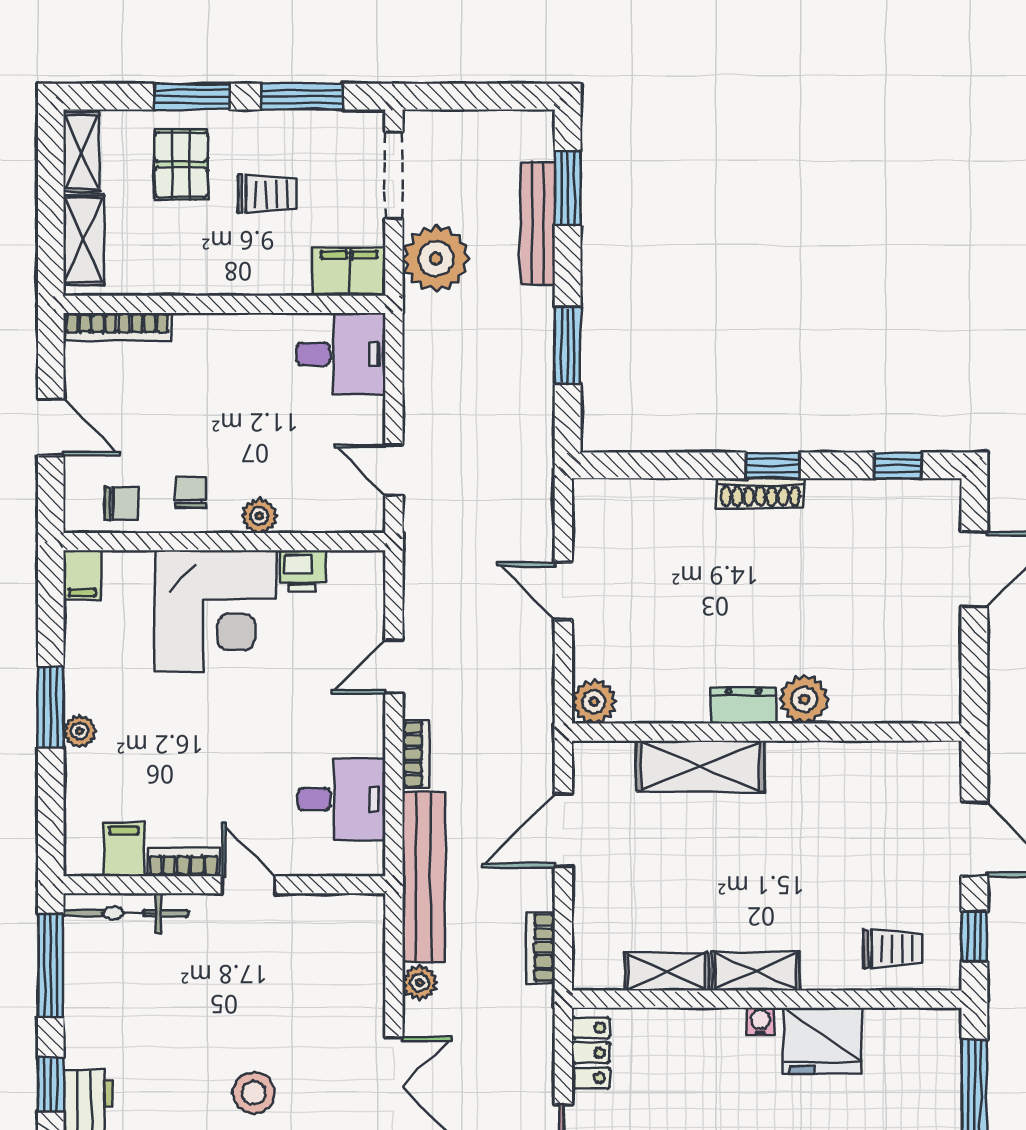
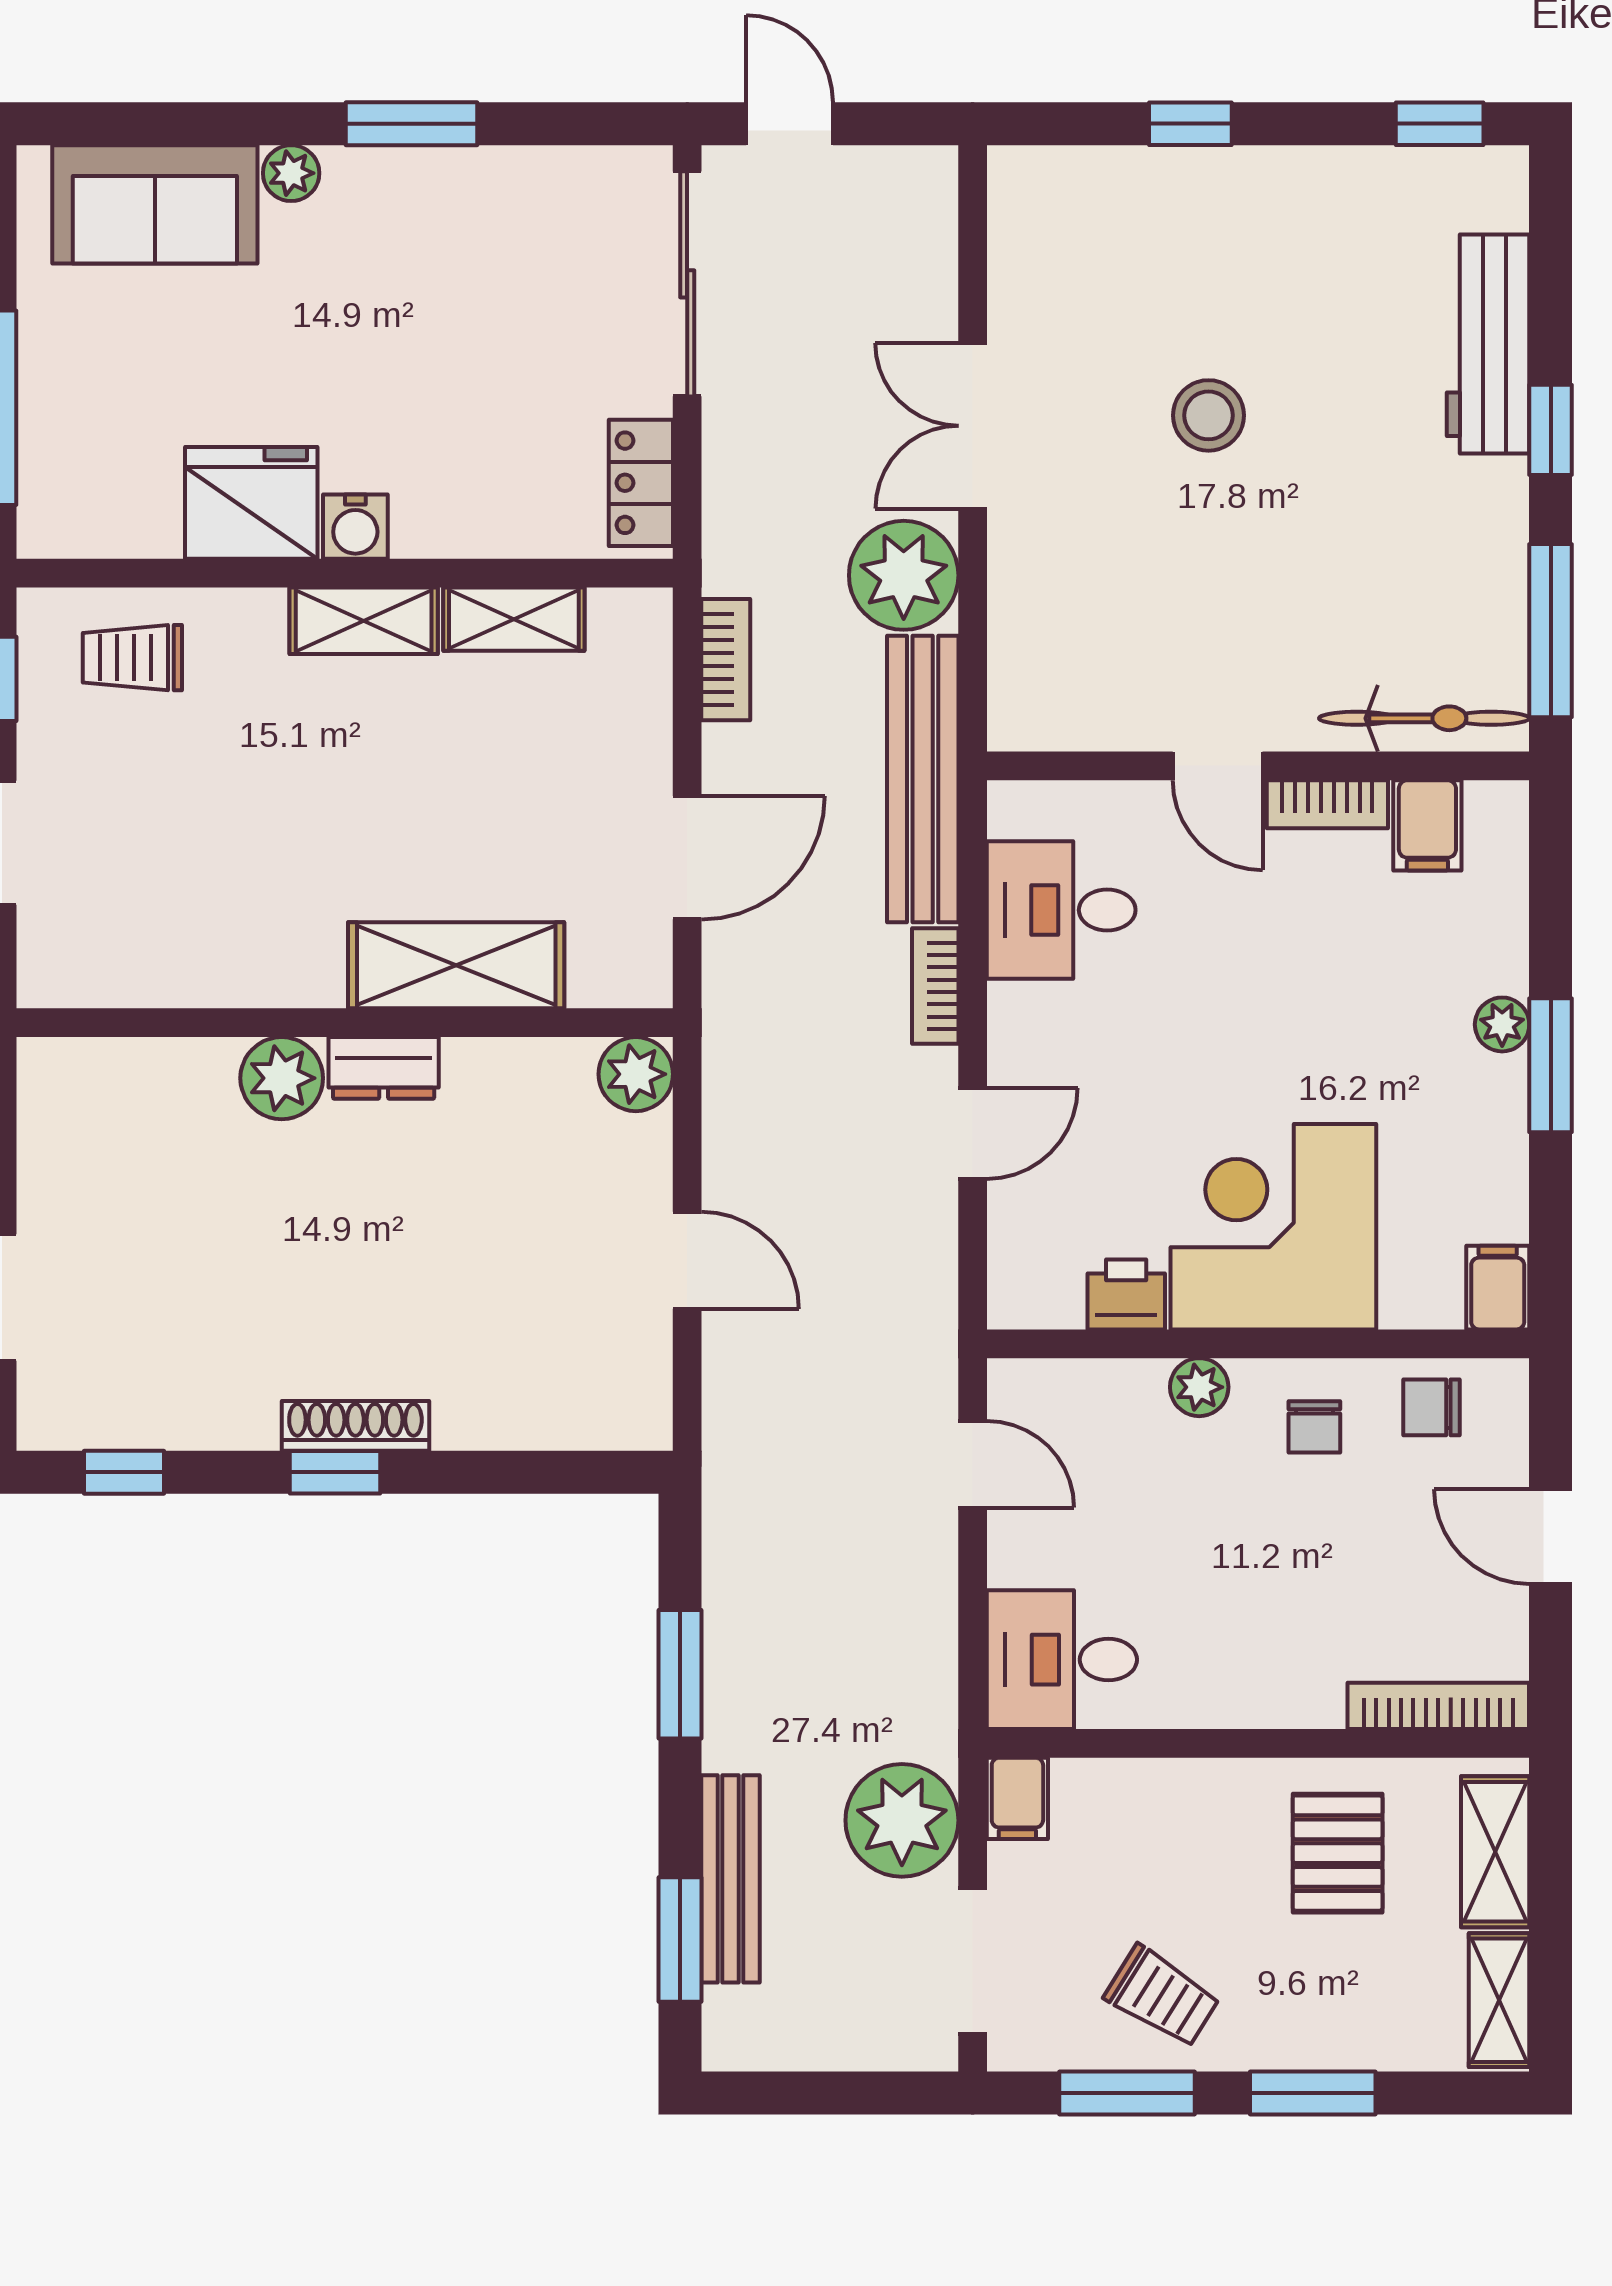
pallet: (181, 165) -> (1338, 1853), moved
trolley: (267, 194) -> (1162, 1997), moved, turned -148
filing cabinet: (349, 272) -> (1017, 1798), width x0.50
plant: (420, 983) -> (904, 575), width x1.87, depth x1.87
water cooler: (760, 1021) -> (355, 527), width x1.38, depth x1.38

